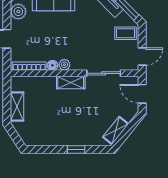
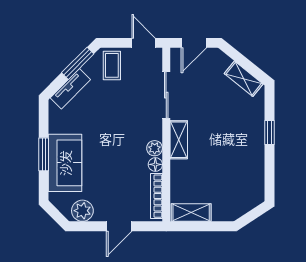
shelving: (17, 107) -> (191, 213), moved

